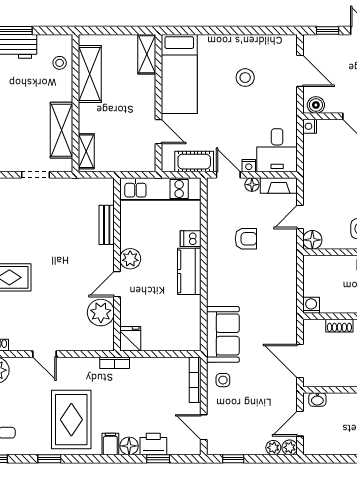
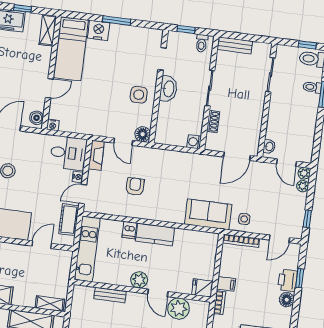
floor lamp: (252, 185) -> (93, 176), removed
filing cabinet: (110, 444) -> (226, 284), moved, turned 180

